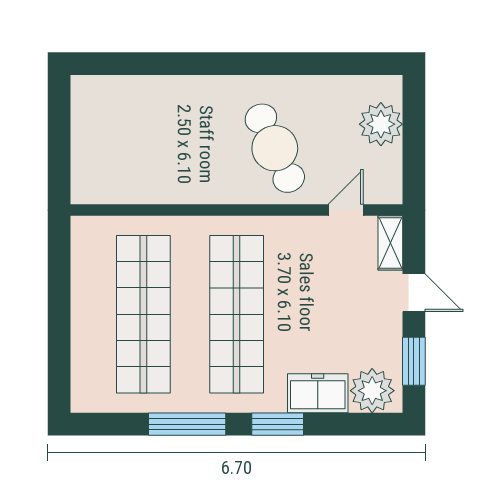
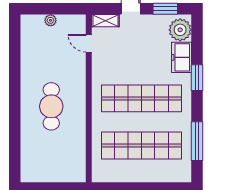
plant: (381, 124) -> (51, 20), width x0.53, depth x0.53
cafe table: (275, 148) -> (51, 106), moved, turned -65
window: (187, 424) -> (197, 141), moved

